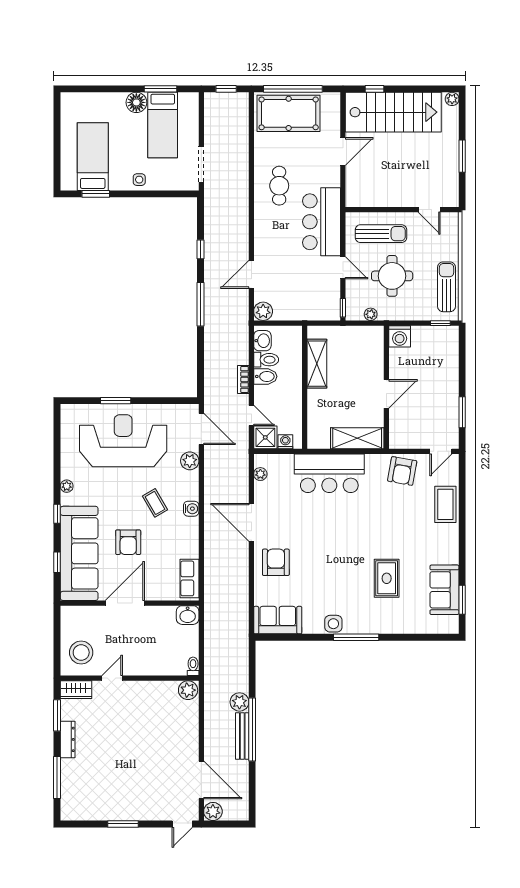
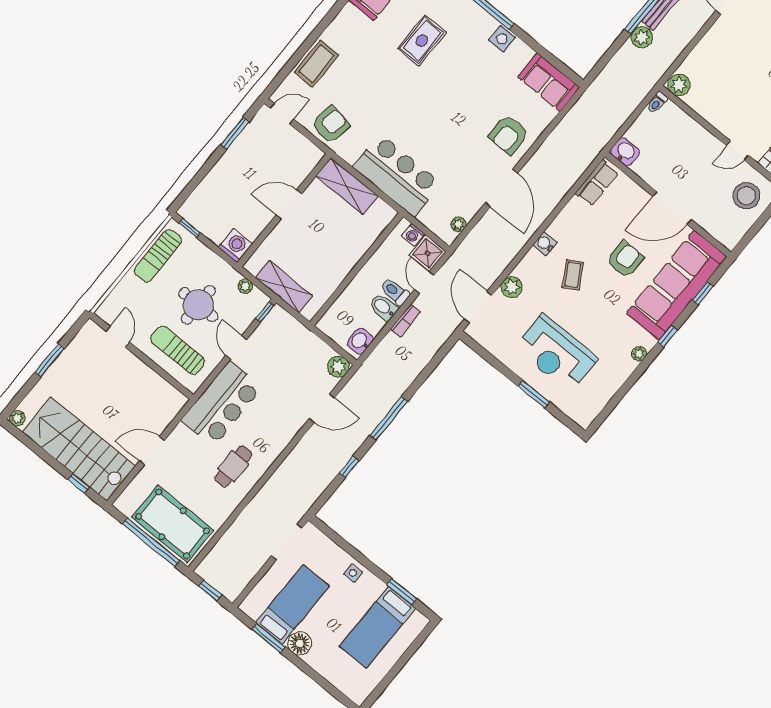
toilet: (266, 360) -> (395, 292), moved
shelving: (317, 364) -> (284, 287), moved, turned 90
reception desk: (123, 441) -> (556, 353), width x0.74, depth x0.77

